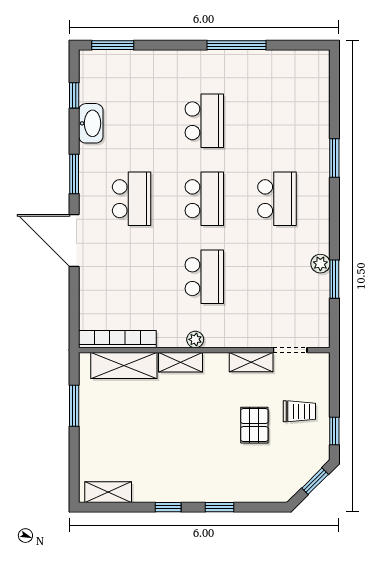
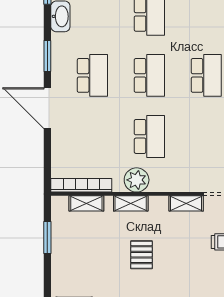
plant: (195, 339) -> (137, 180), width x1.87, depth x1.87
shelving: (124, 365) -> (86, 203), width x0.67, depth x0.75
pallet: (254, 425) -> (141, 255), moved

